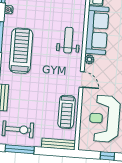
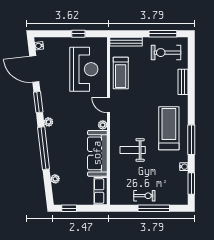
weight bench: (68, 40) -> (133, 150), moved, turned 90
treadmill: (21, 51) -> (169, 128), turned 180
treadmill: (67, 112) -> (121, 73), turned 180

